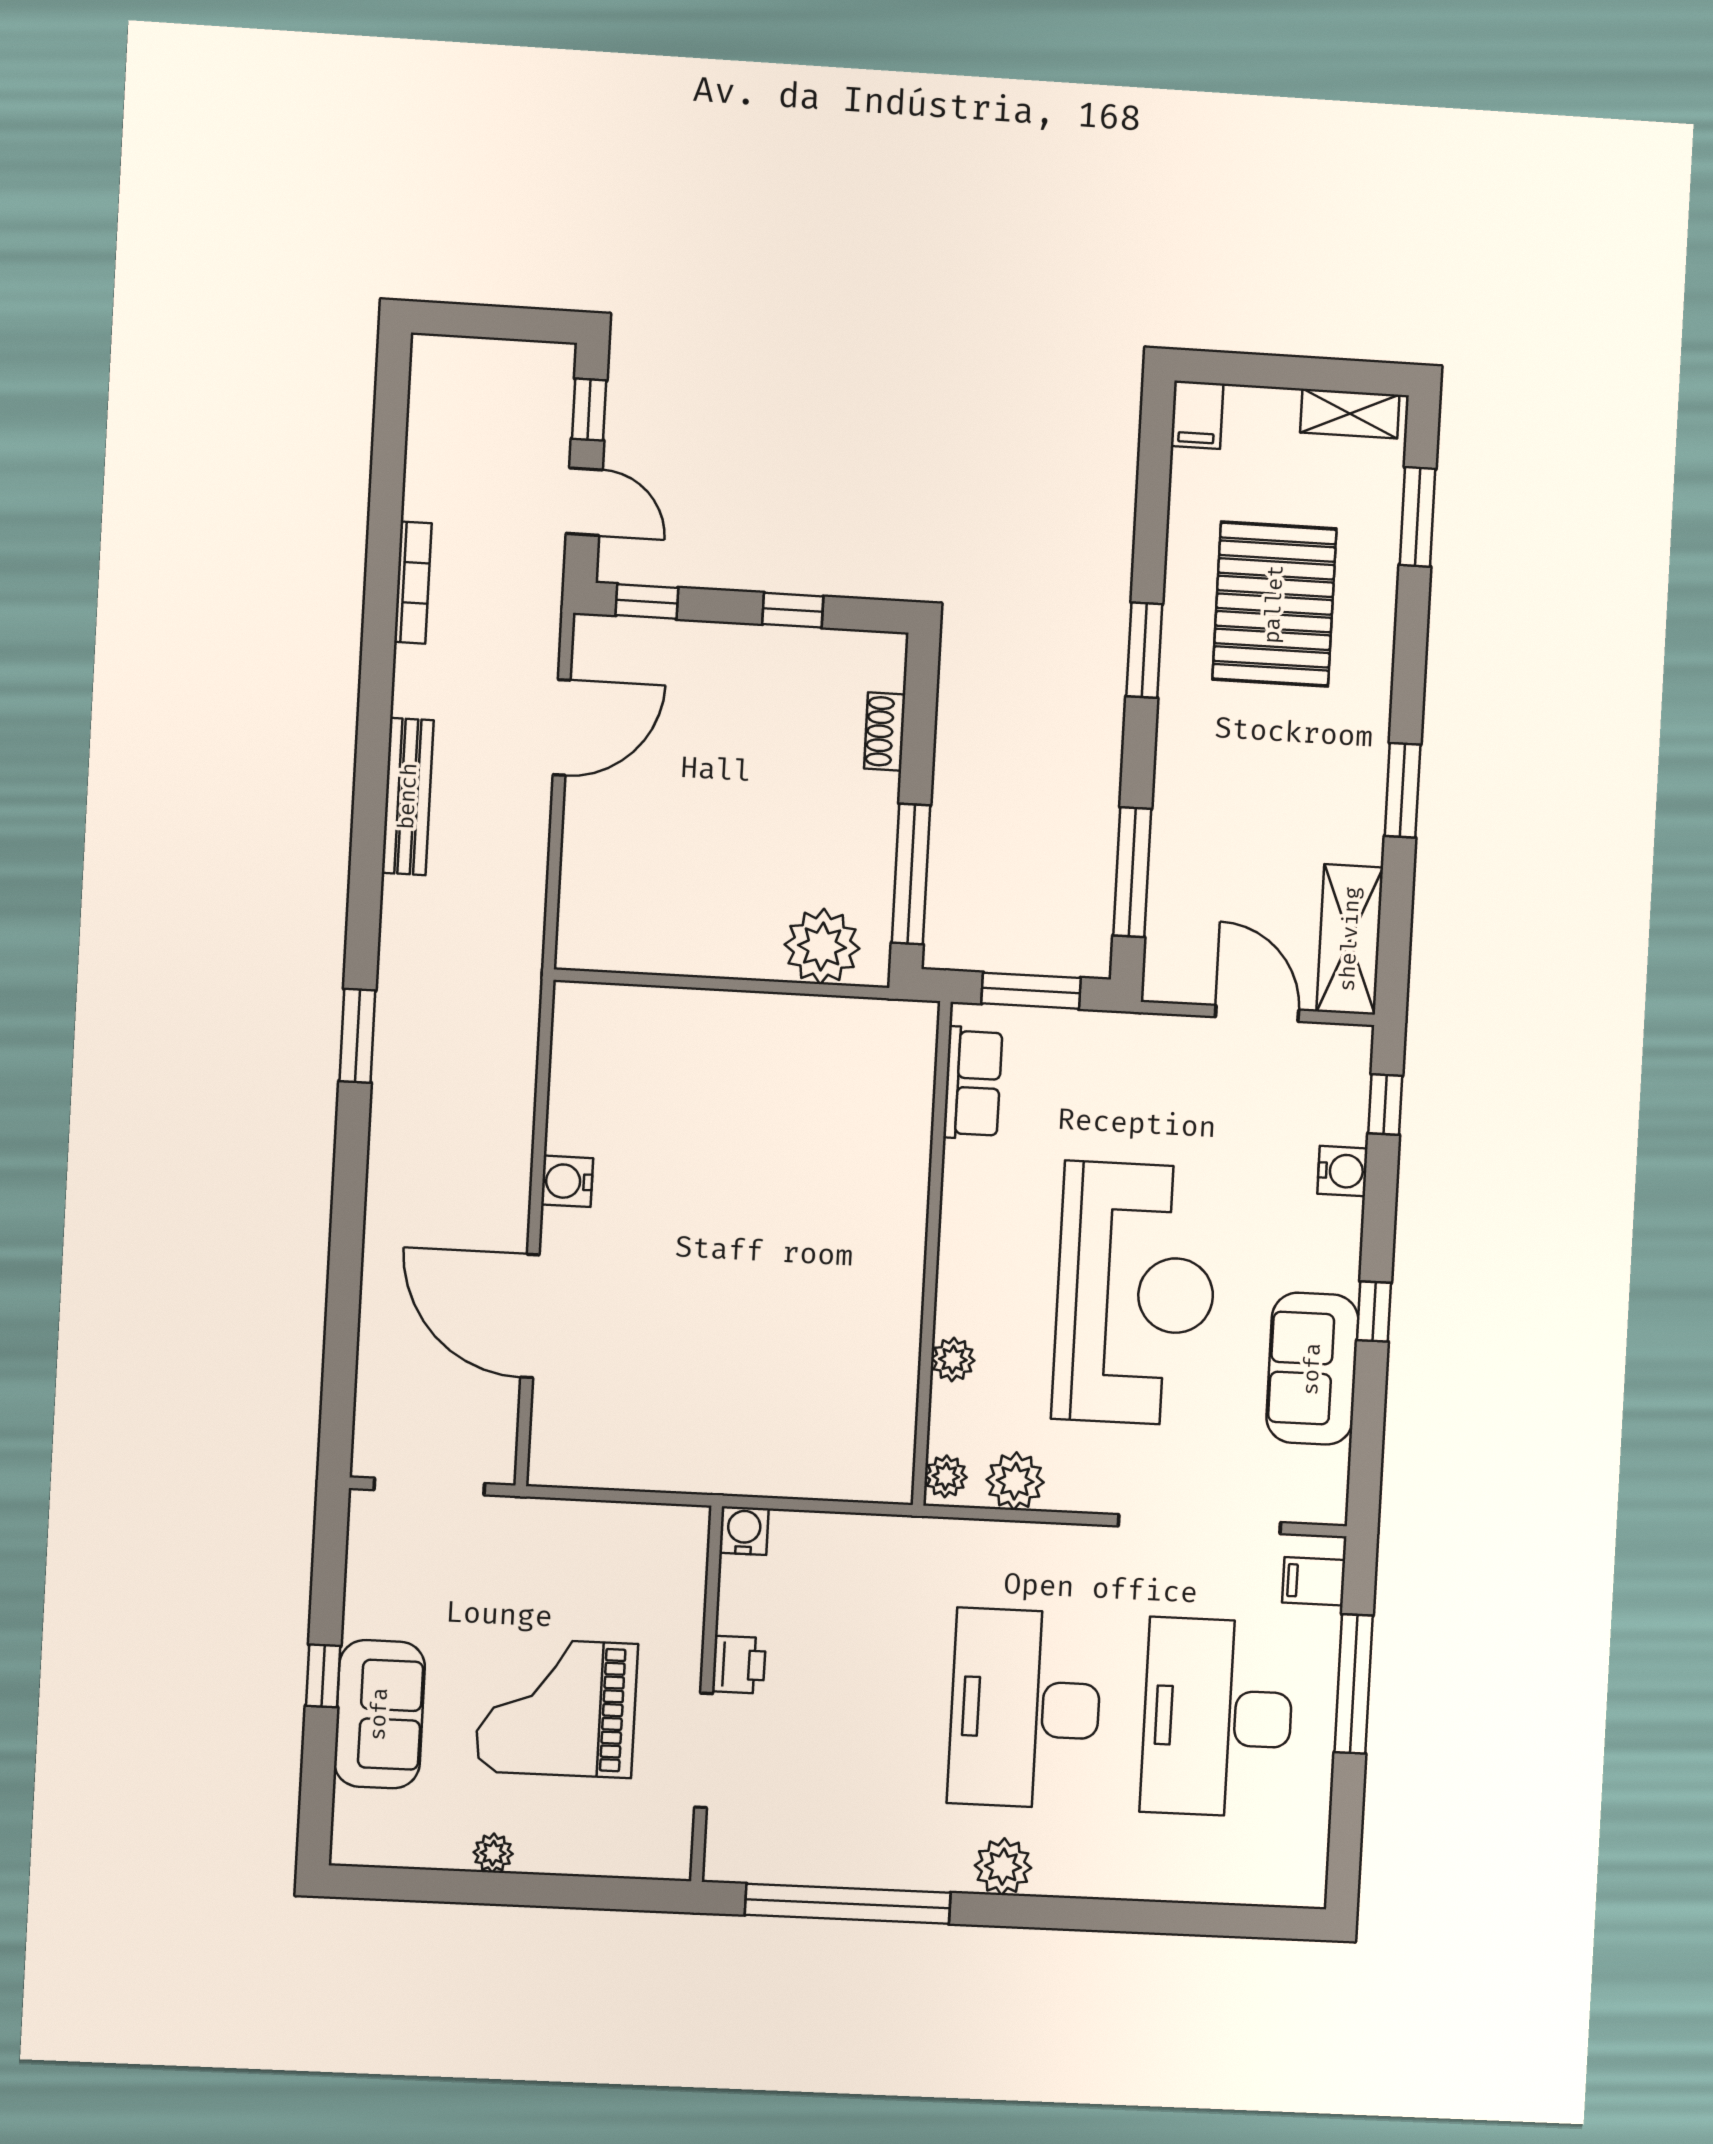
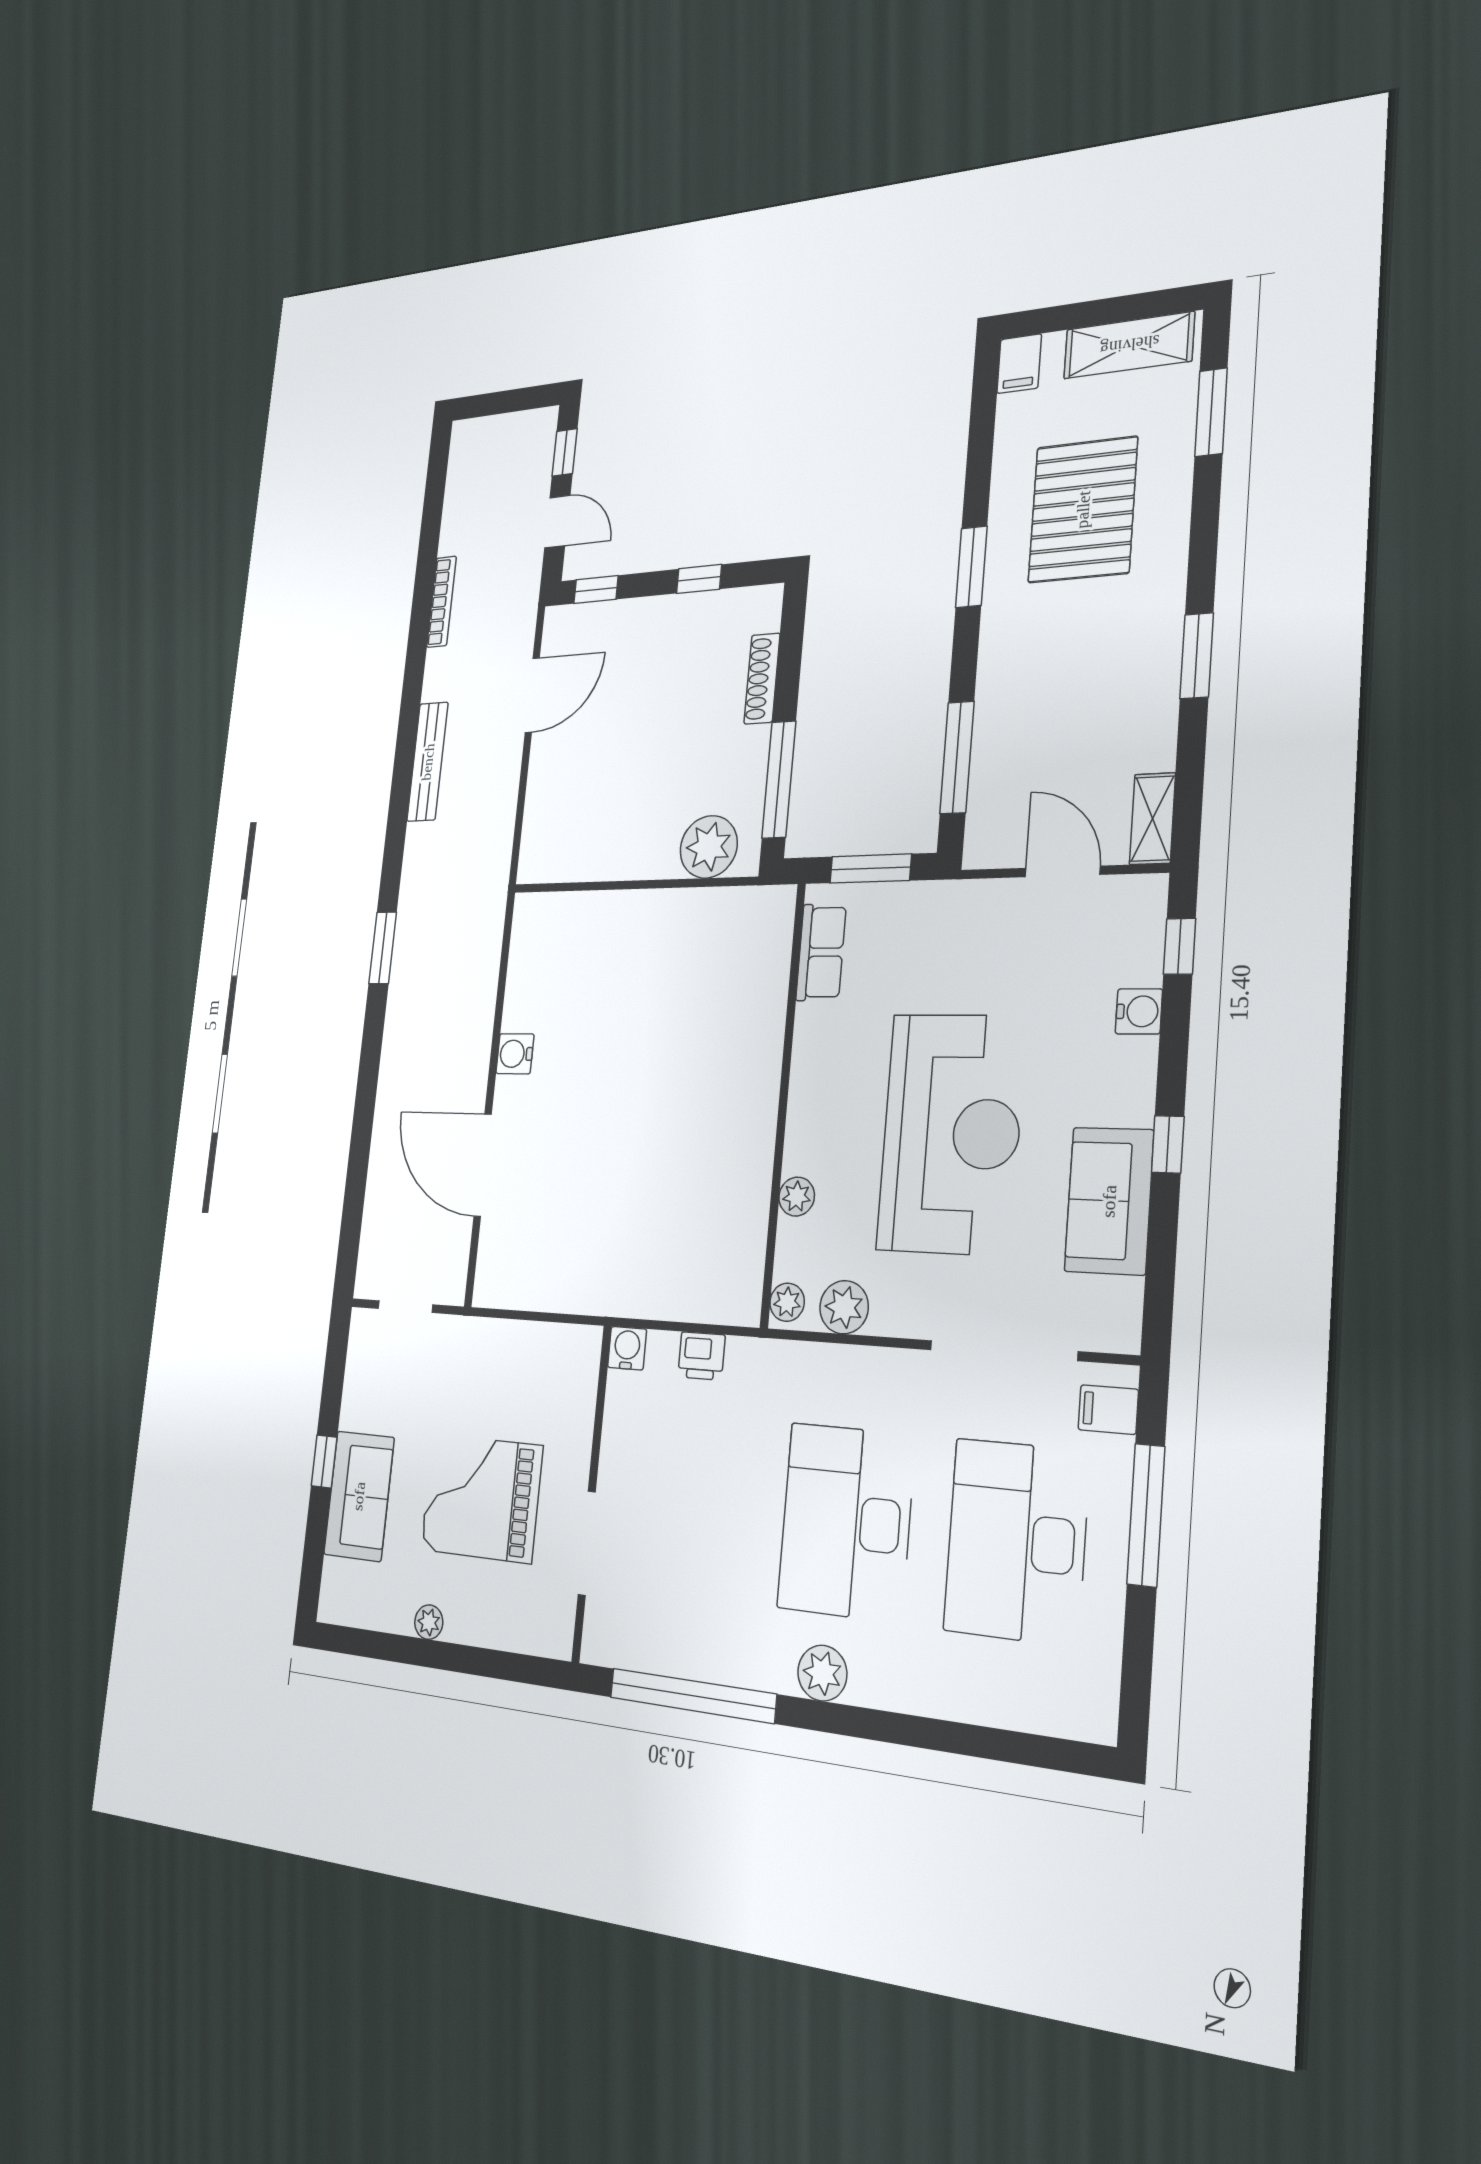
shelving: (1350, 414) -> (1129, 345), width x1.50, depth x1.33
shoe rack: (885, 732) -> (762, 679), width x1.43
shelving: (1350, 939) -> (1152, 819), width x0.67, depth x0.75
doorway: (429, 1487) -> (405, 1307), width x0.73
printer: (739, 1665) -> (701, 1356), moved, turned 90

